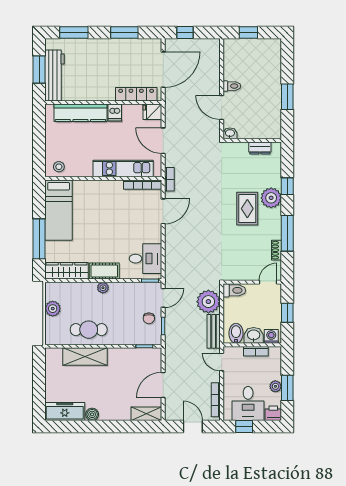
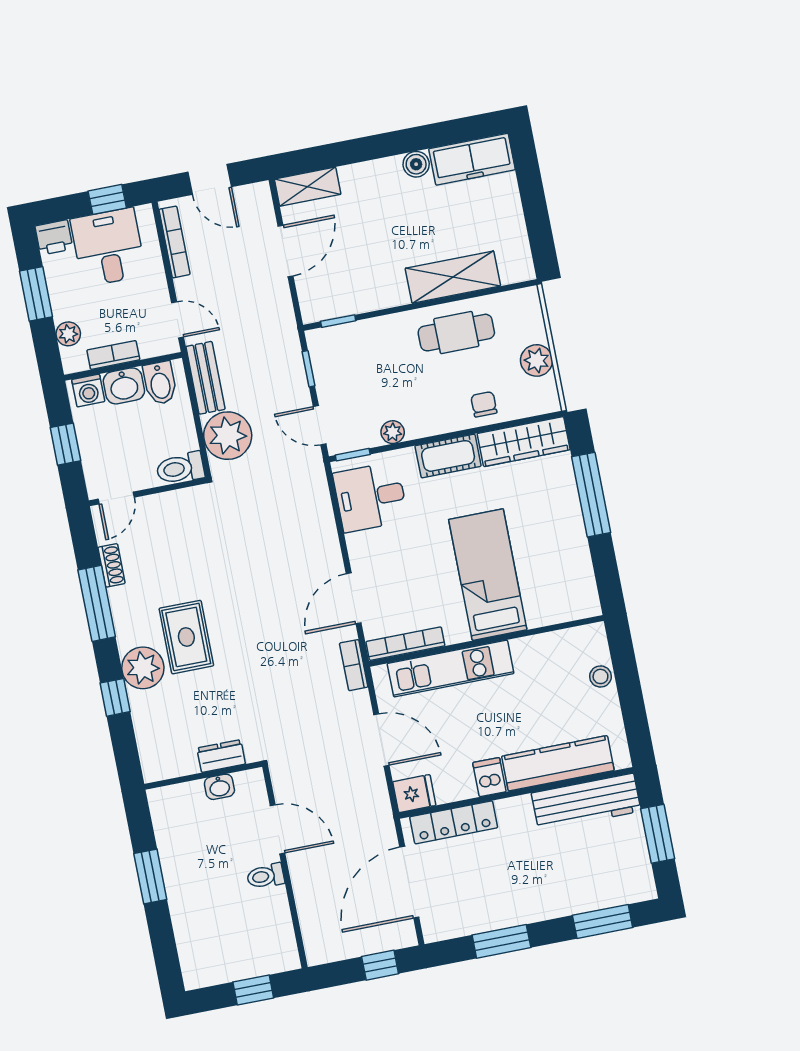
workbench: (55, 75) -> (586, 802), moved, turned -90
washbasin: (230, 133) -> (219, 787), moved
dresser: (260, 148) -> (221, 756), moved
stool: (59, 167) -> (600, 676), moved
bed: (59, 210) -> (488, 575), moved
plant: (103, 288) -> (393, 432), moved
door: (163, 298) -> (320, 425), hinge flipped
chair: (149, 318) -> (484, 404), moved
plant: (275, 386) -> (68, 334), moved

